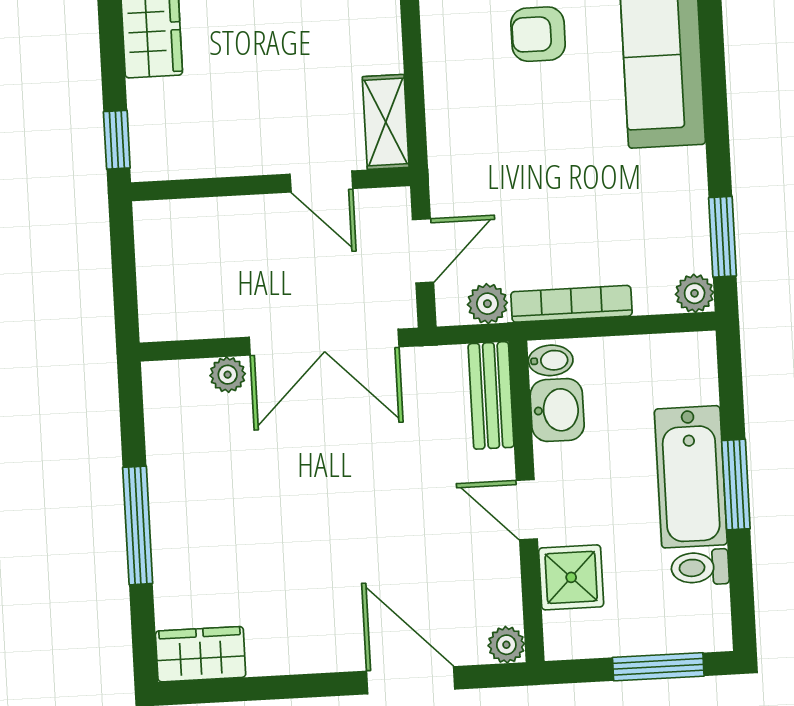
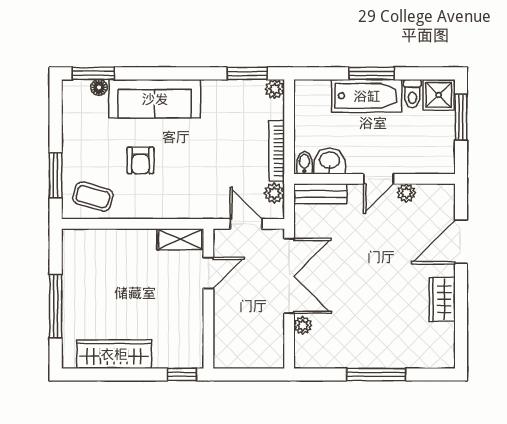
shower: (571, 577) -> (439, 95), moved
plant: (506, 645) -> (406, 193), moved
wardrobe: (201, 654) -> (442, 299), moved

